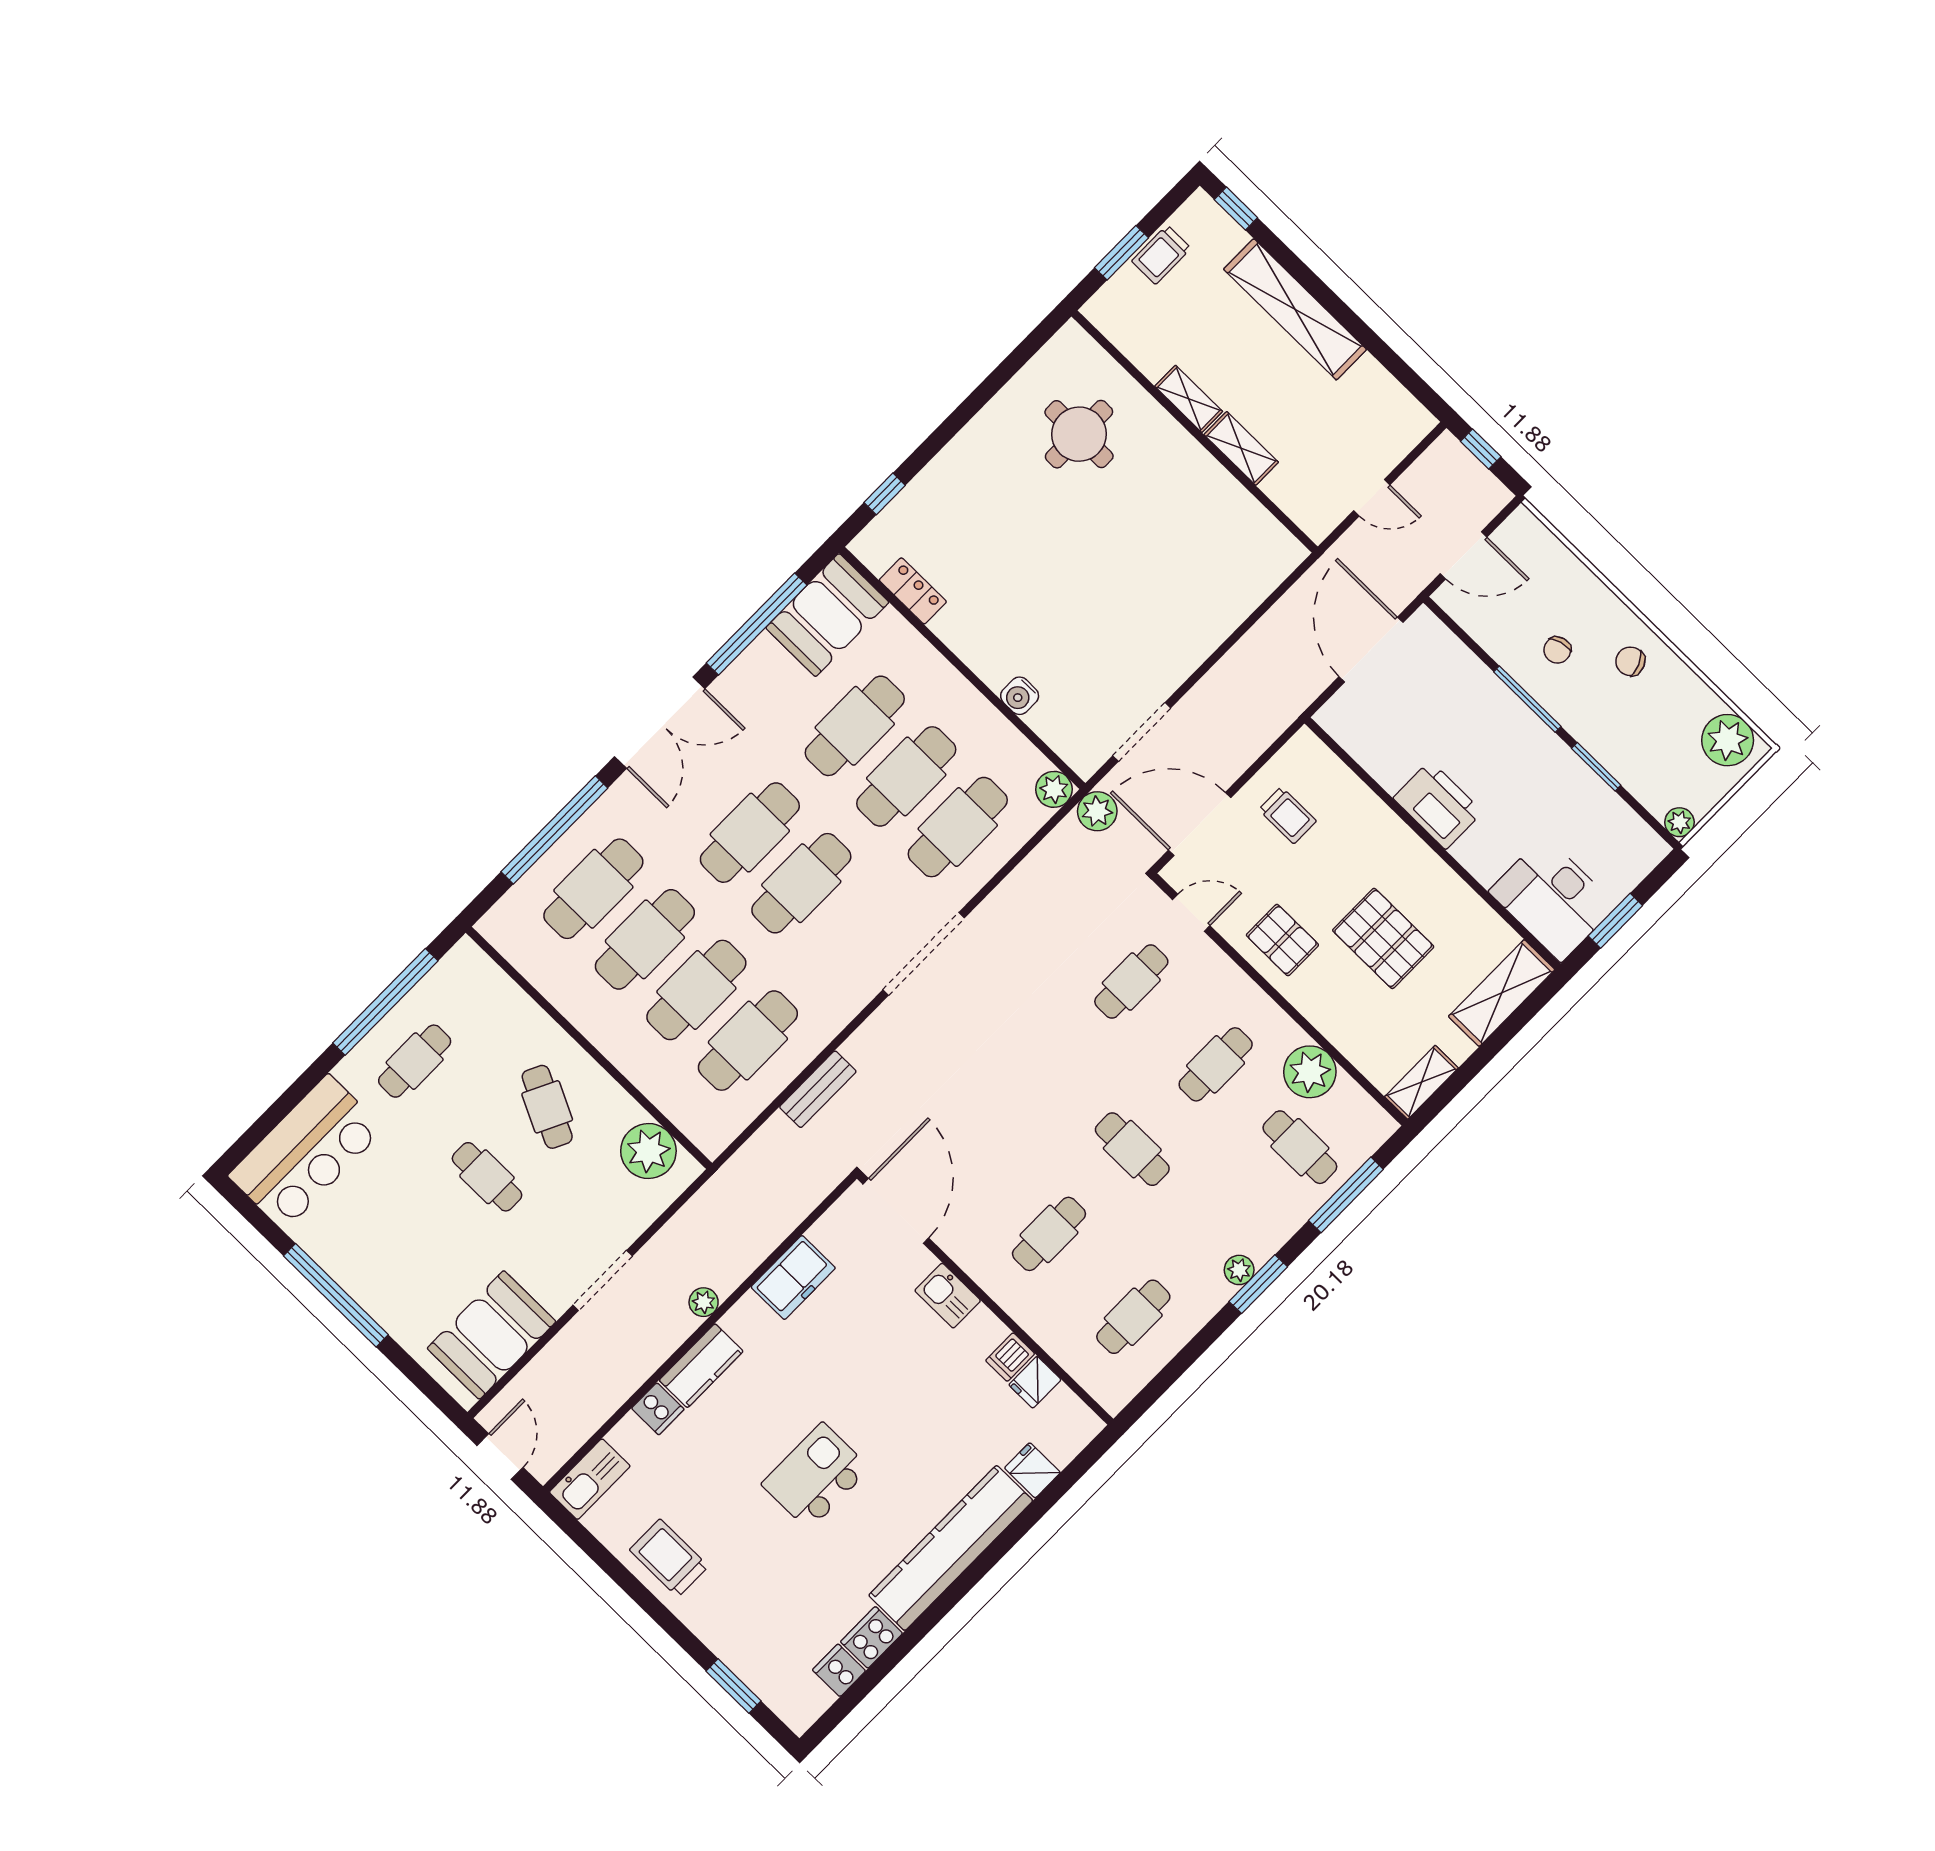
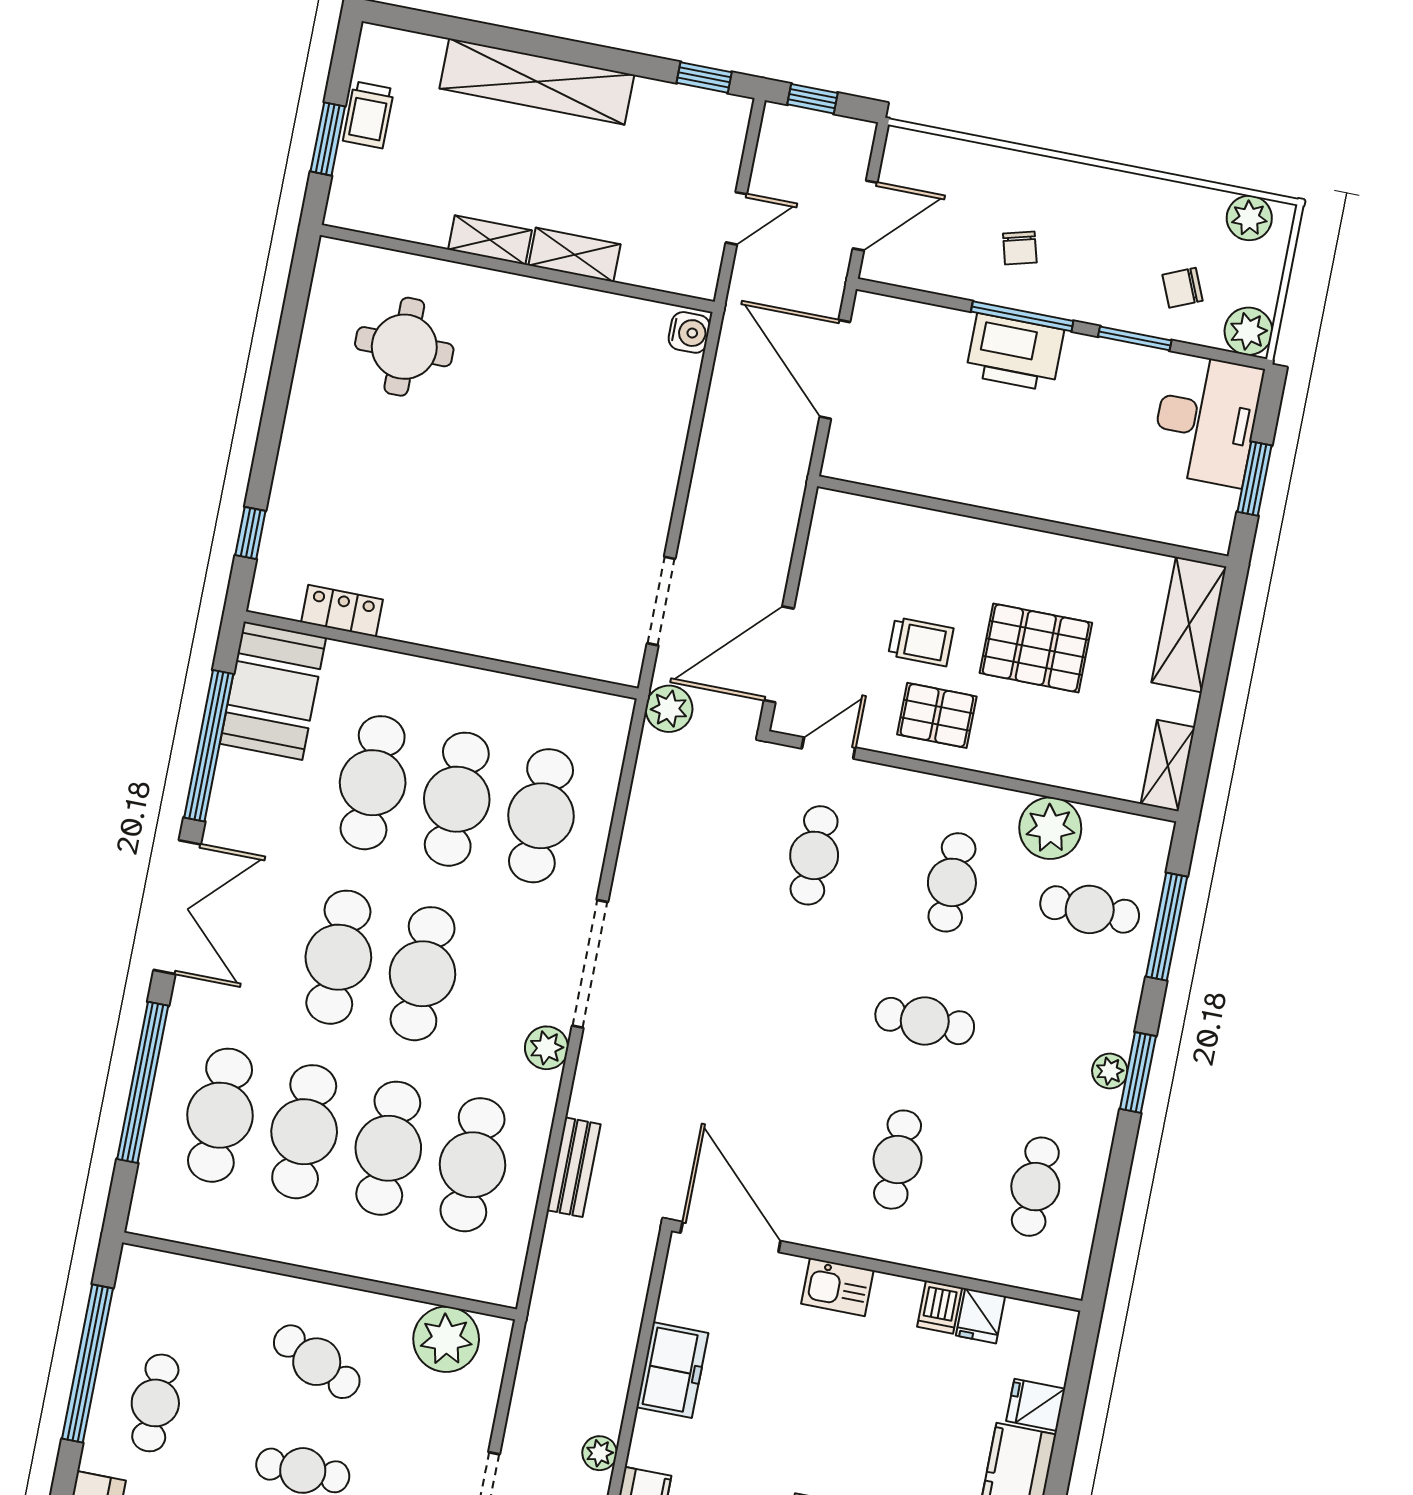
window: (1236, 209) -> (704, 77), moved
chair: (1630, 661) -> (1183, 288), moved
water cooler: (1020, 696) -> (689, 332), moved, turned -90
plant: (1728, 740) -> (1249, 218), width x0.73, depth x0.73
plant: (1054, 789) -> (547, 1048), moved
printer: (1438, 805) -> (1015, 352), moved, turned 180
trolley: (1288, 815) -> (921, 642), moved
plant: (1679, 822) -> (1248, 331), width x1.38, depth x1.38
desk: (1553, 899) -> (1206, 420), moved, turned -90

